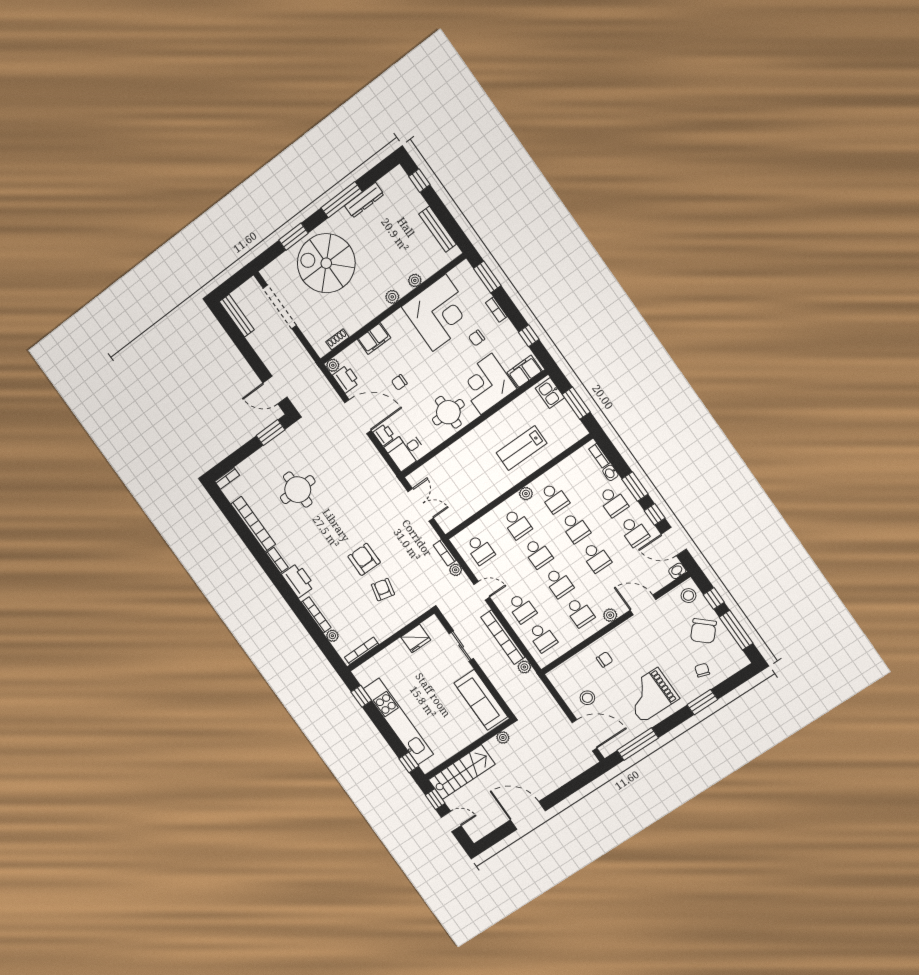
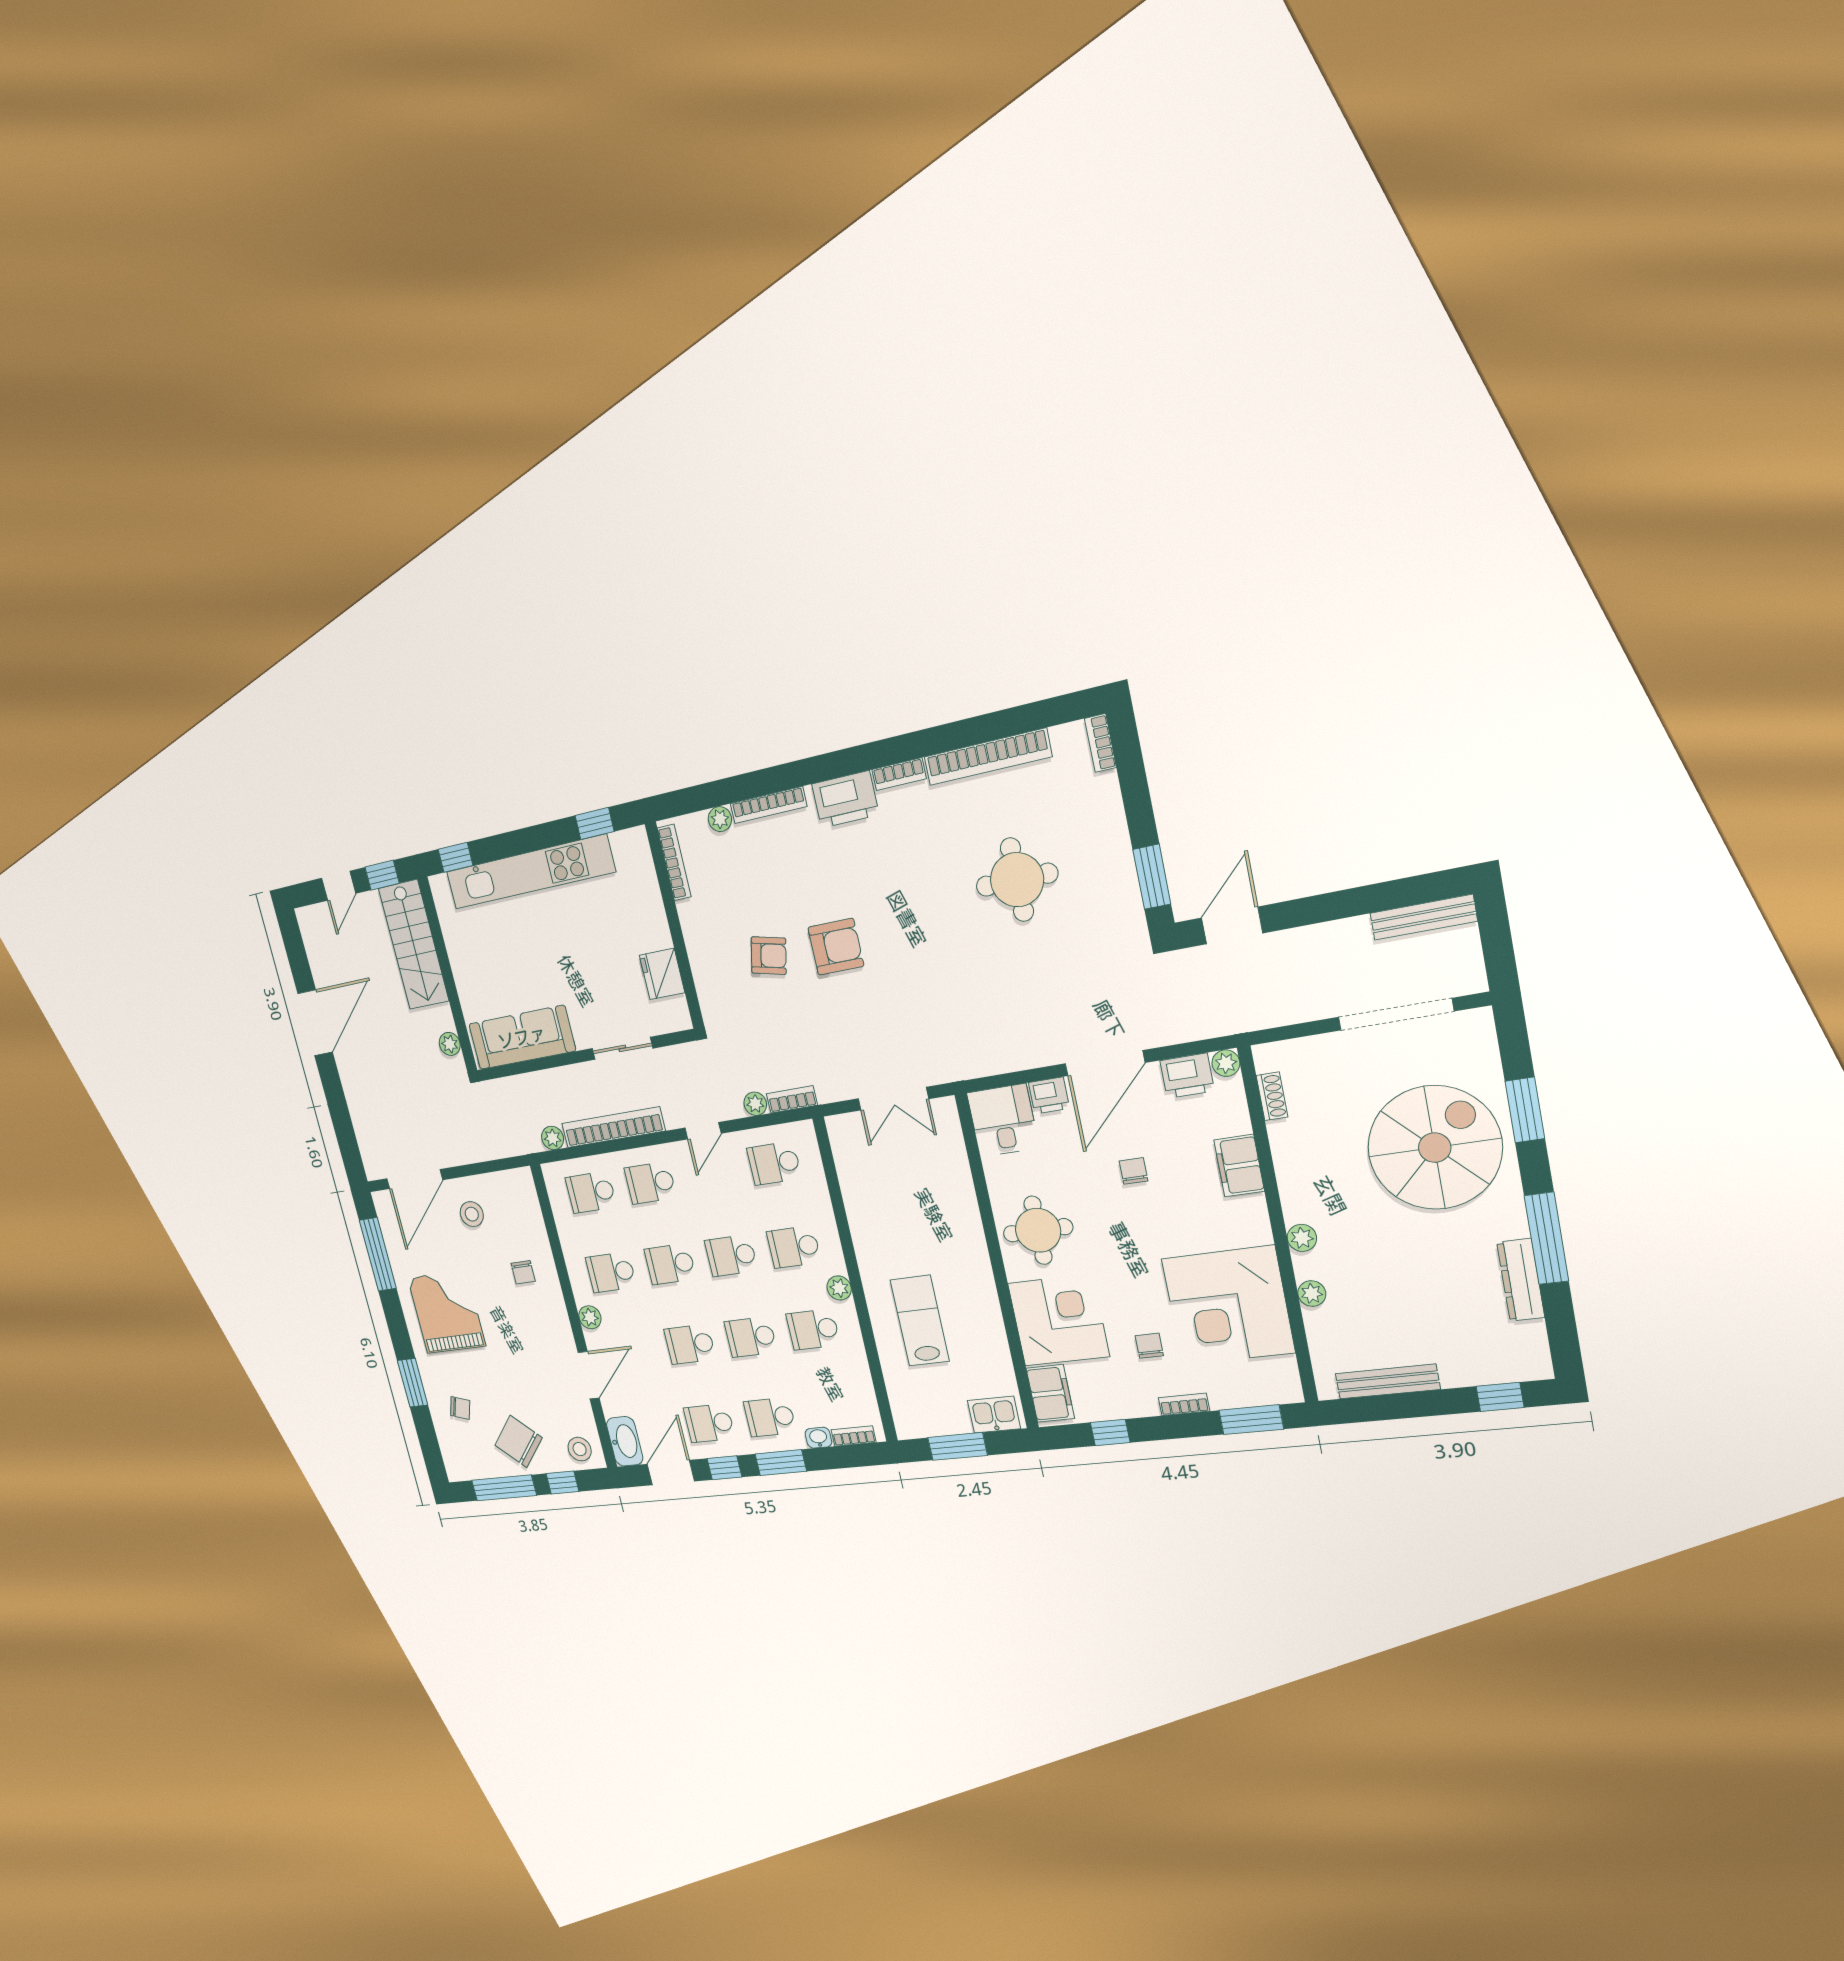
washbasin: (677, 571) -> (625, 1441), width x1.91, depth x1.45

